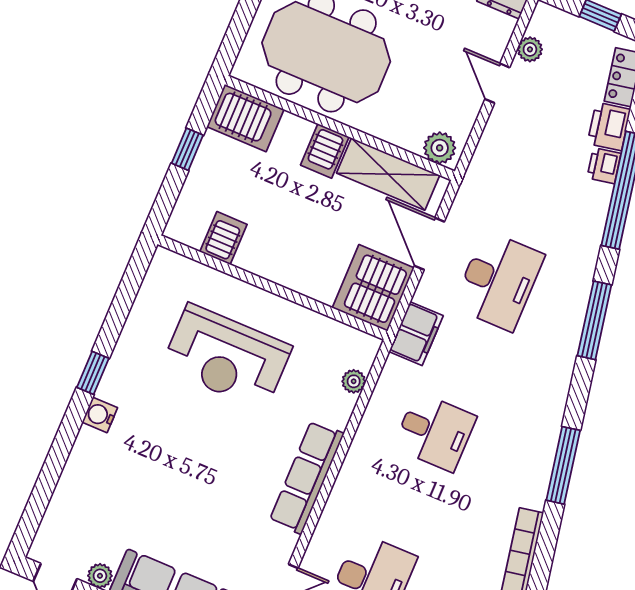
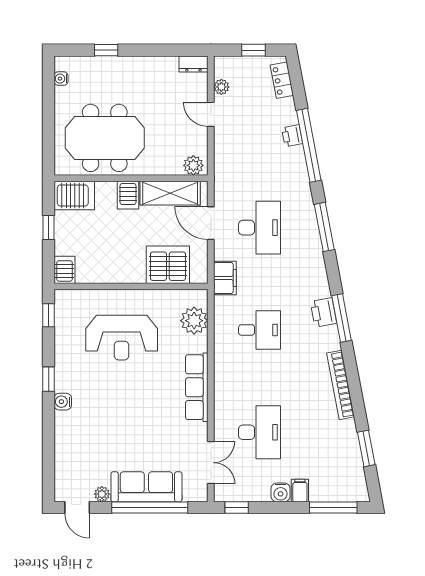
printer: (609, 126) -> (323, 312), moved
server rack: (223, 238) -> (65, 270), moved
window: (133, 279) -> (49, 315), added
server rack: (373, 288) -> (168, 265), moved, turned 90
plant: (354, 381) -> (194, 321), width x1.88, depth x1.88

